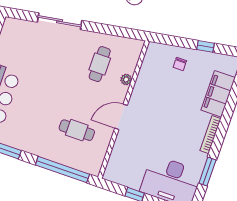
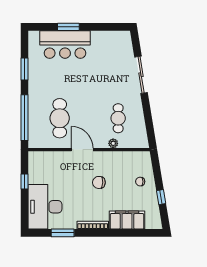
cafe table: (100, 64) -> (118, 118), turned 90
chair: (165, 111) -> (99, 182), added
cafe table: (77, 130) -> (60, 118), width x1.37, depth x1.35

